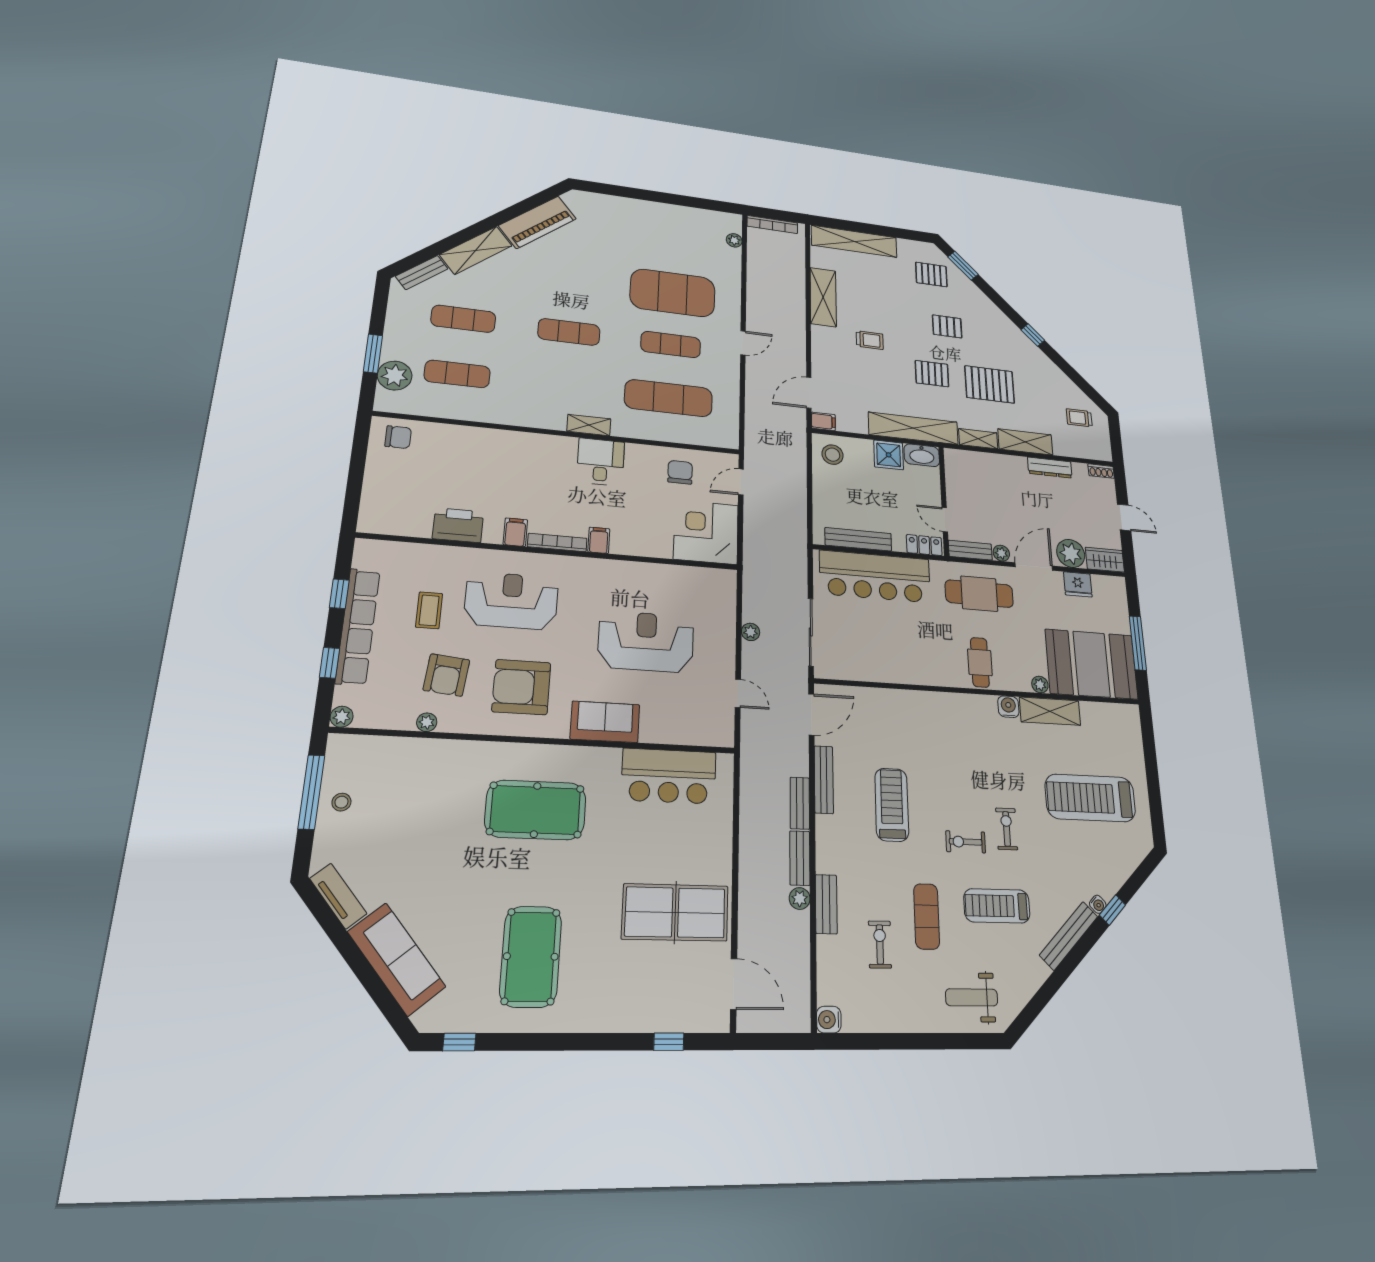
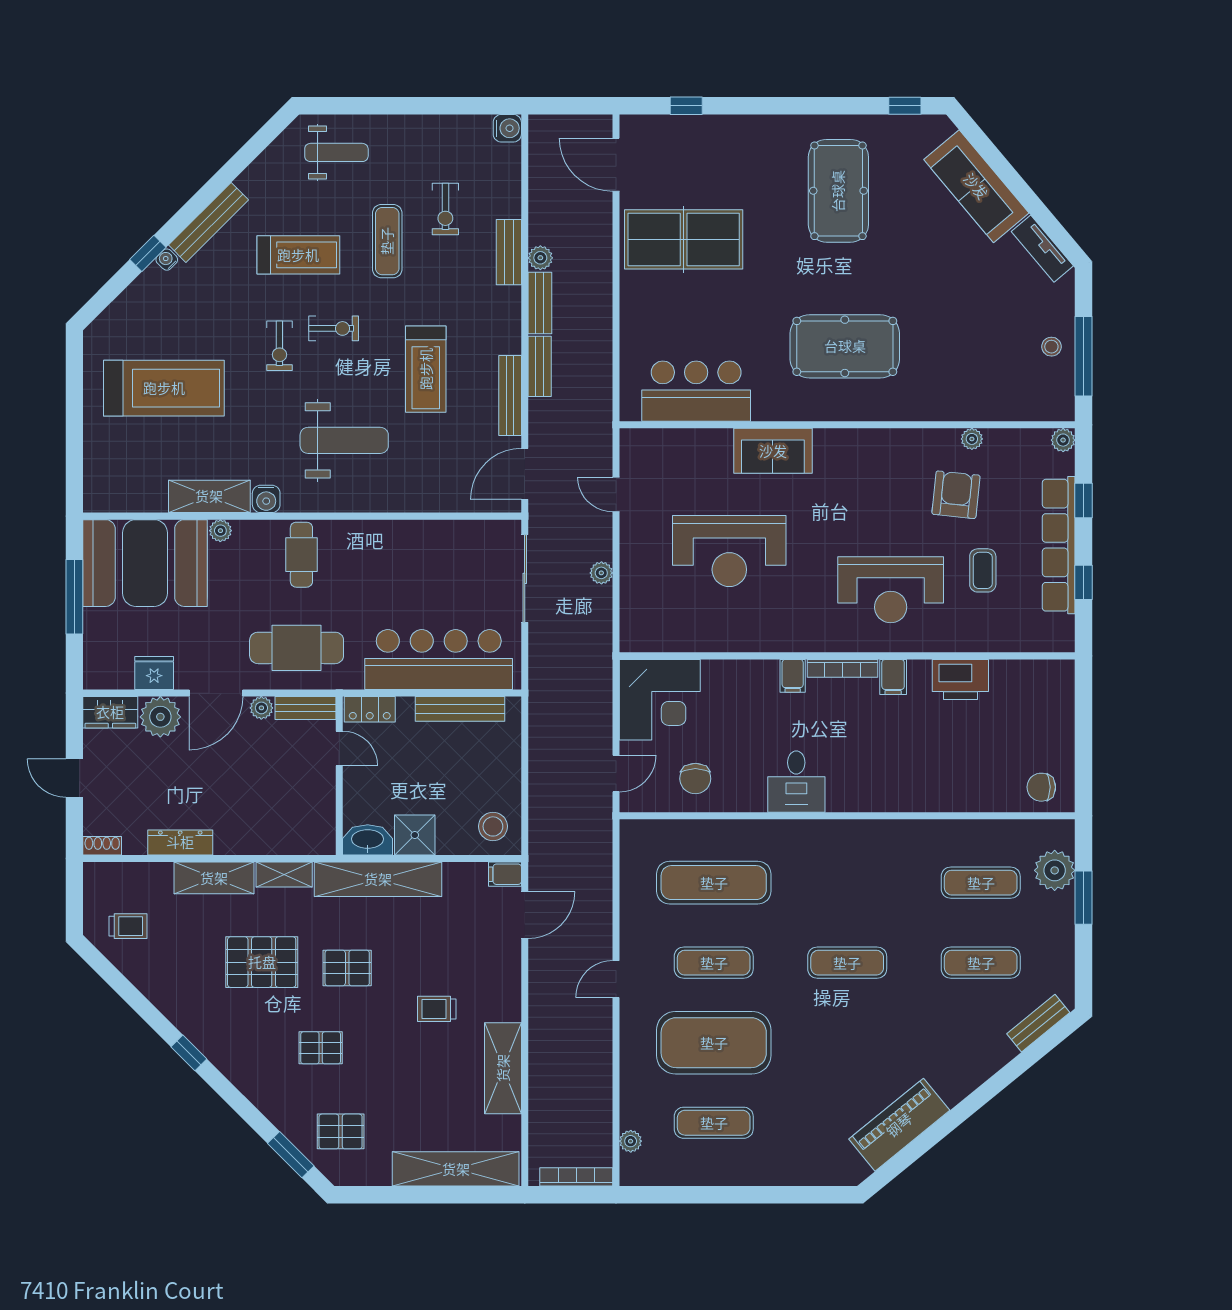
exercise mat: (675, 243) -> (714, 1123), added
shelving: (476, 250) -> (975, 1068), removed
shelving: (589, 425) -> (814, 831), removed
armchair: (521, 687) -> (871, 486), removed
weight bench: (953, 749) -> (344, 440), added

